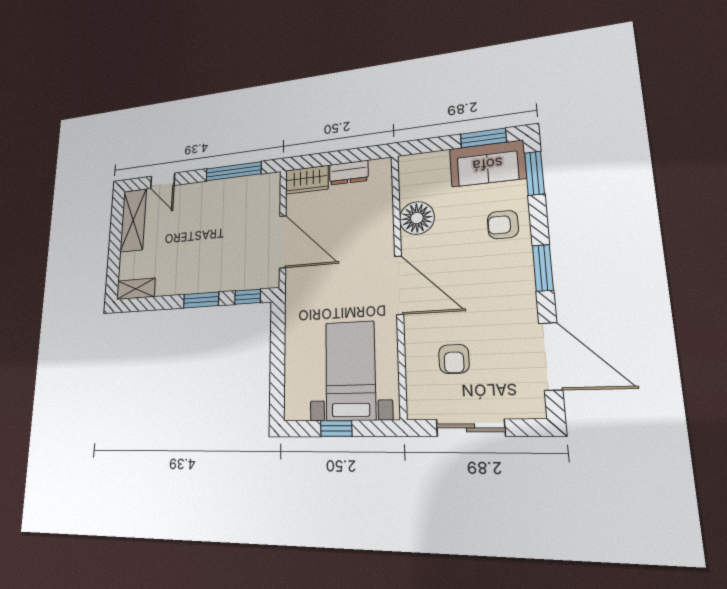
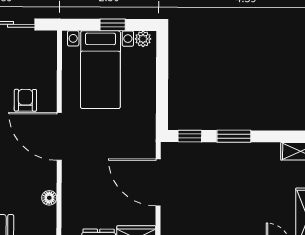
floor lamp: (417, 218) -> (49, 198), width x0.53, depth x0.53
armchair: (454, 359) -> (25, 100), moved
plant: (299, 411) -> (143, 39), added

